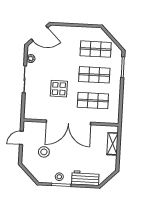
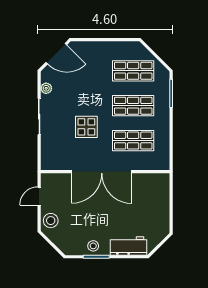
shelving: (113, 144) -> (163, 198), removed
stool: (44, 152) -> (51, 221), moved

